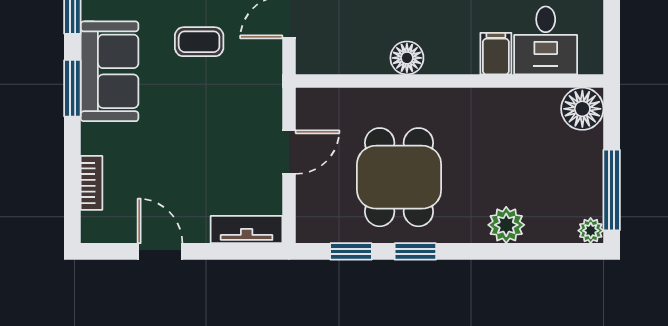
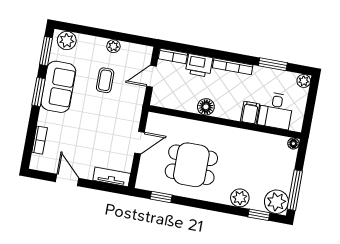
coffee table: (199, 42) -> (105, 80), turned 90
floor lamp: (582, 109) -> (293, 144), width x0.53, depth x0.53
dining table: (399, 177) -> (191, 165), turned 90
plant: (591, 231) -> (276, 202), width x1.87, depth x1.87
window: (415, 251) -> (259, 215), moved

